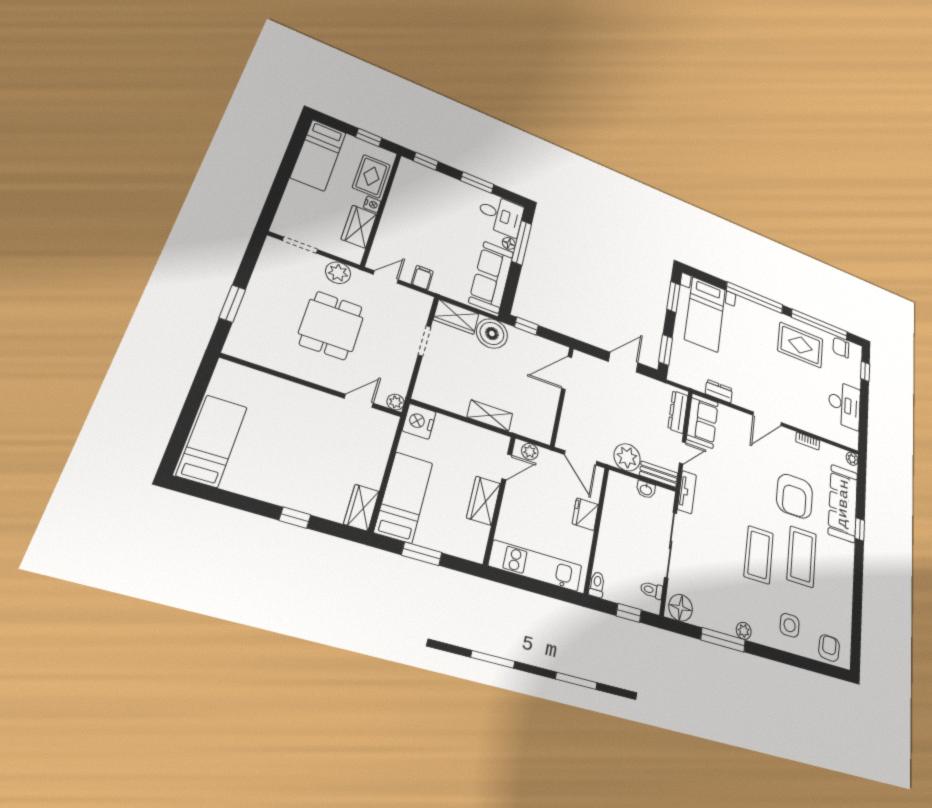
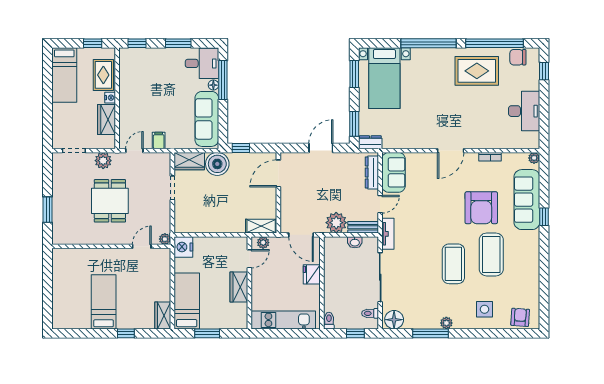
dresser: (719, 391) -> (370, 142), moved
shelving: (490, 415) -> (261, 226), moved
bed: (212, 441) -> (104, 302), moved

